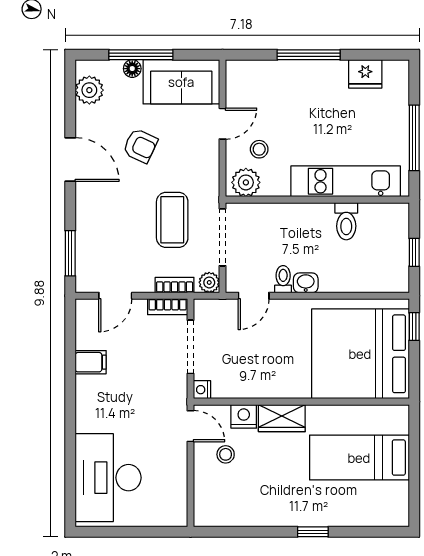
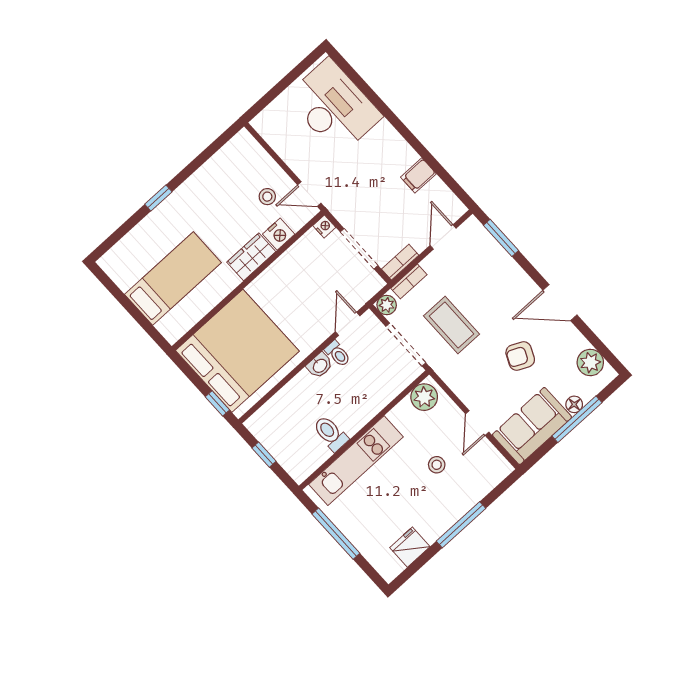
stool: (259, 149) -> (437, 465), moved

